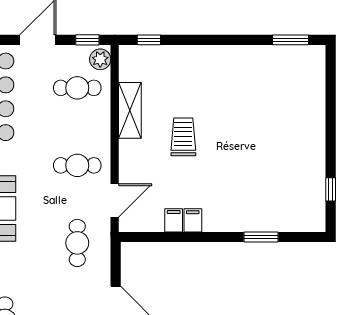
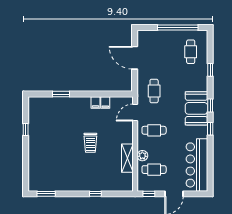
window: (149, 40) -> (95, 194), moved
plant: (100, 59) -> (142, 156), moved
trolley: (183, 137) -> (90, 143), moved
window: (331, 189) -> (26, 130), moved

